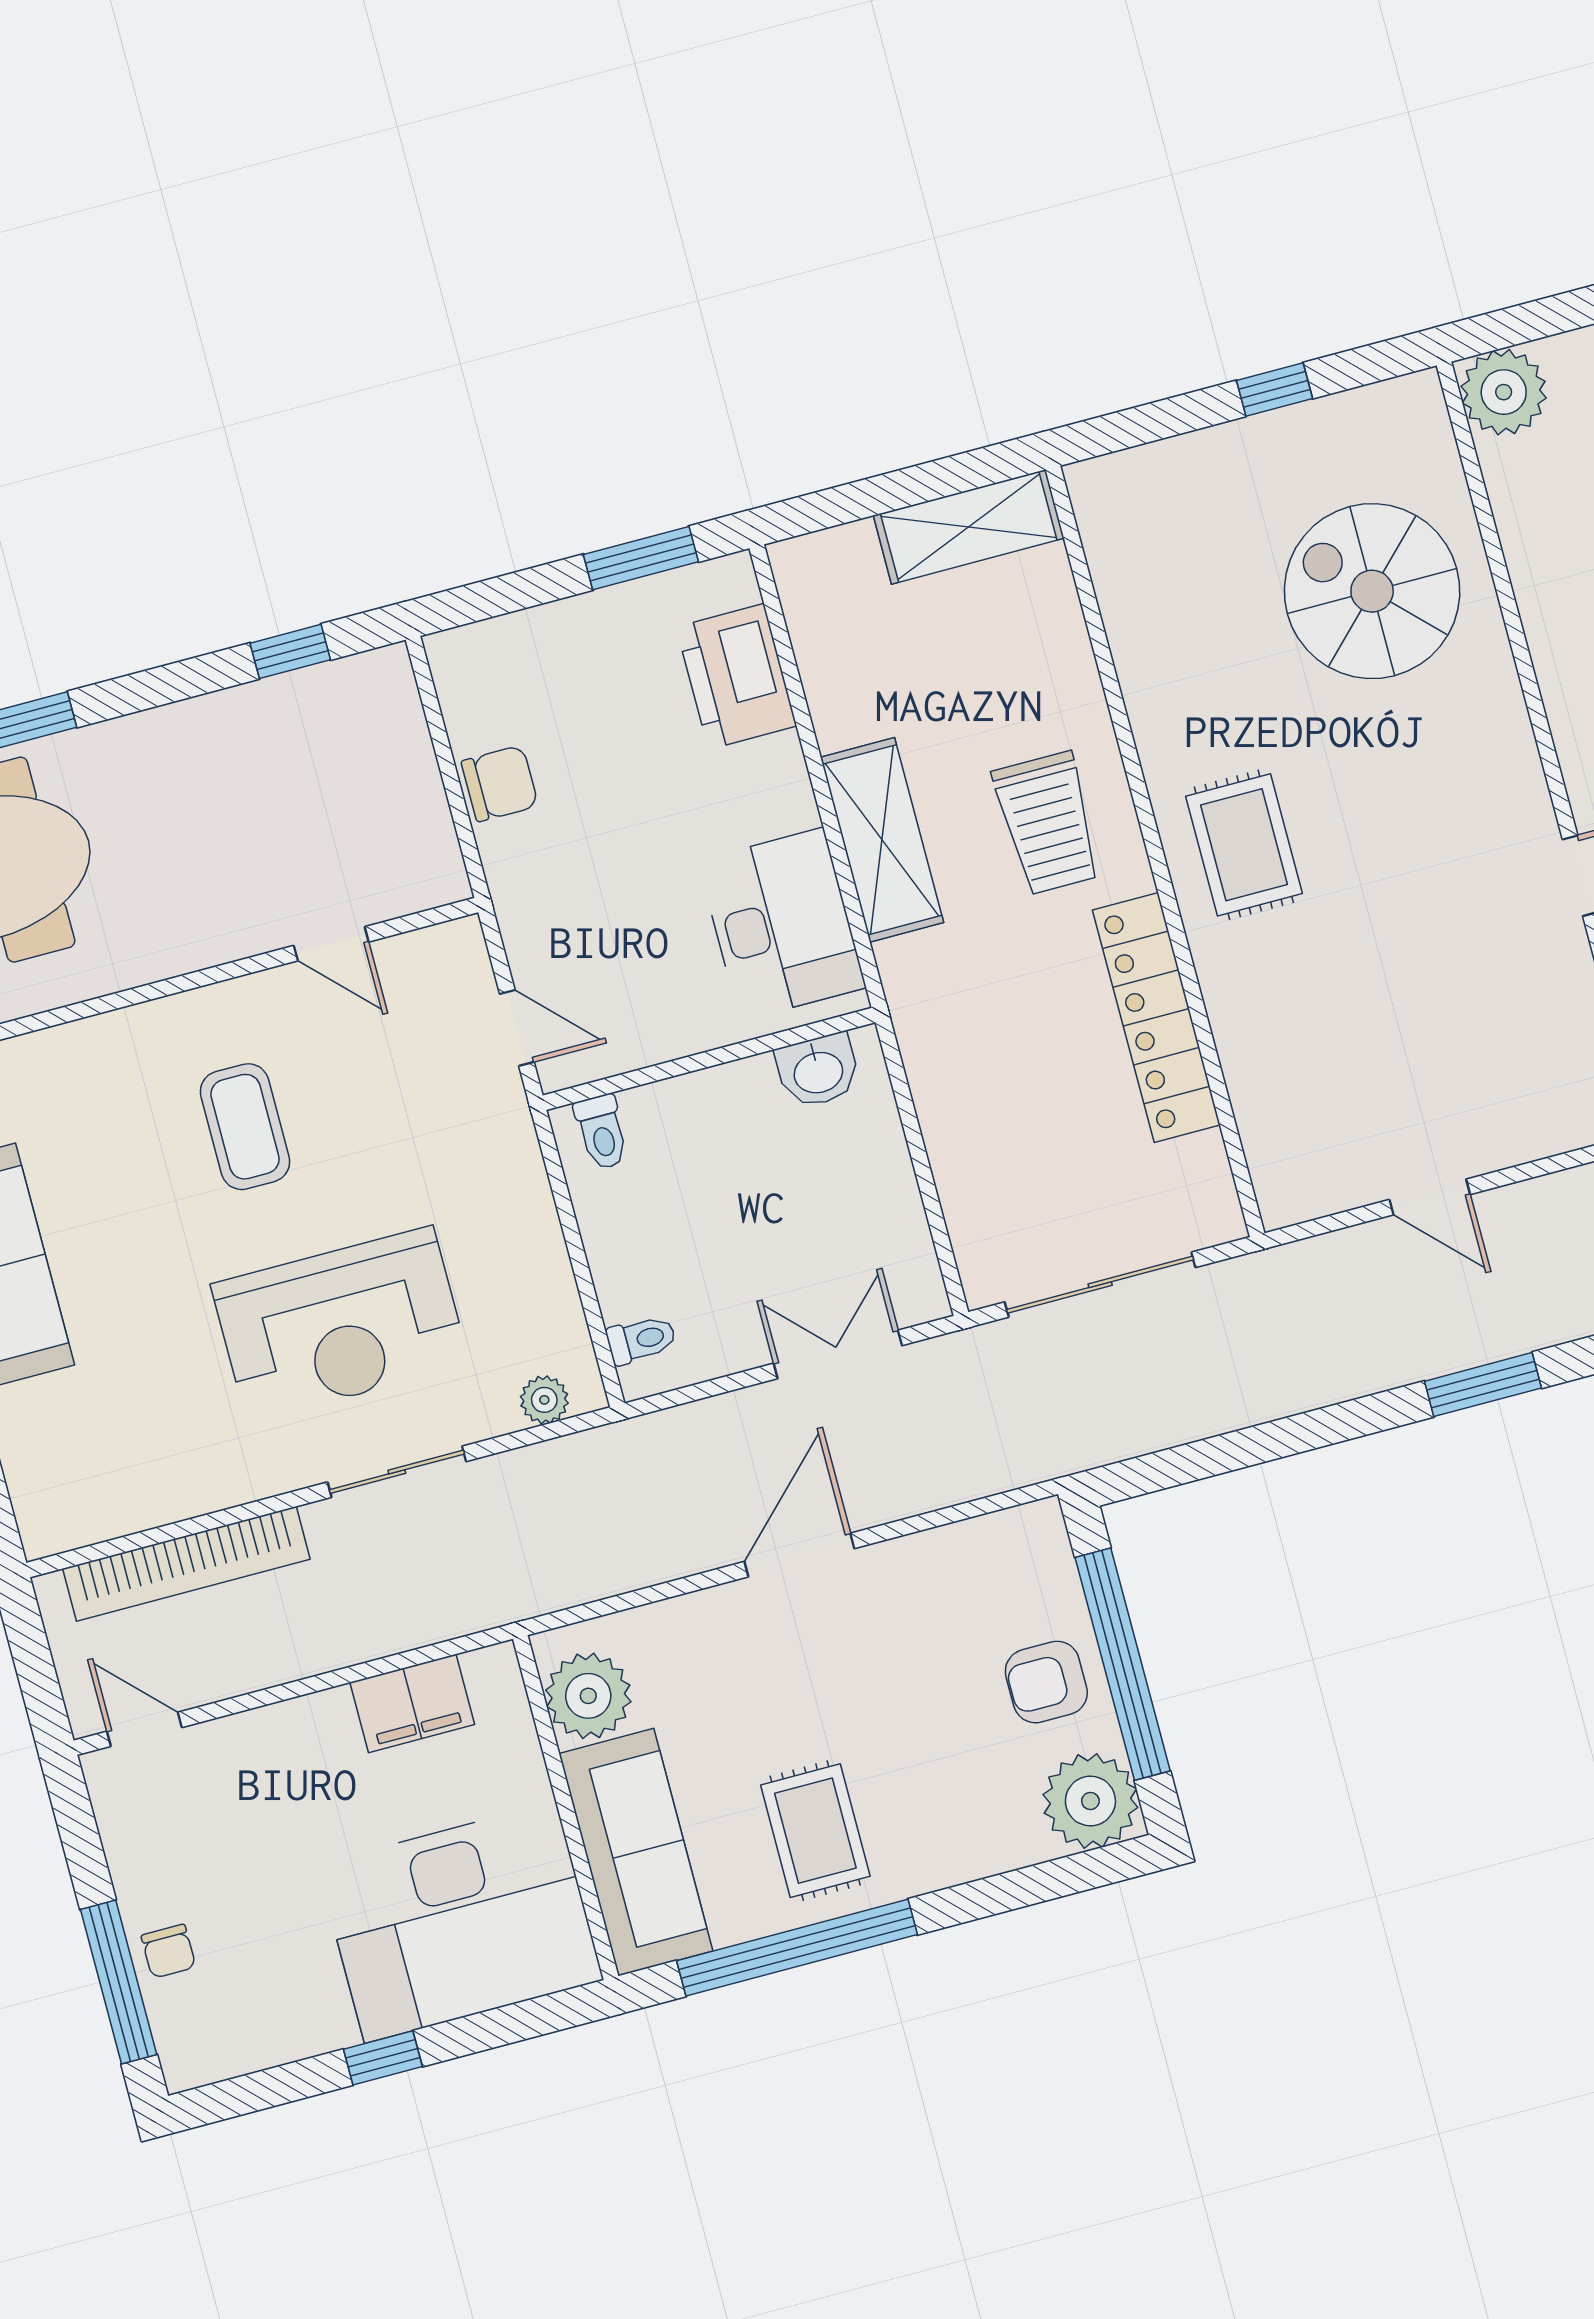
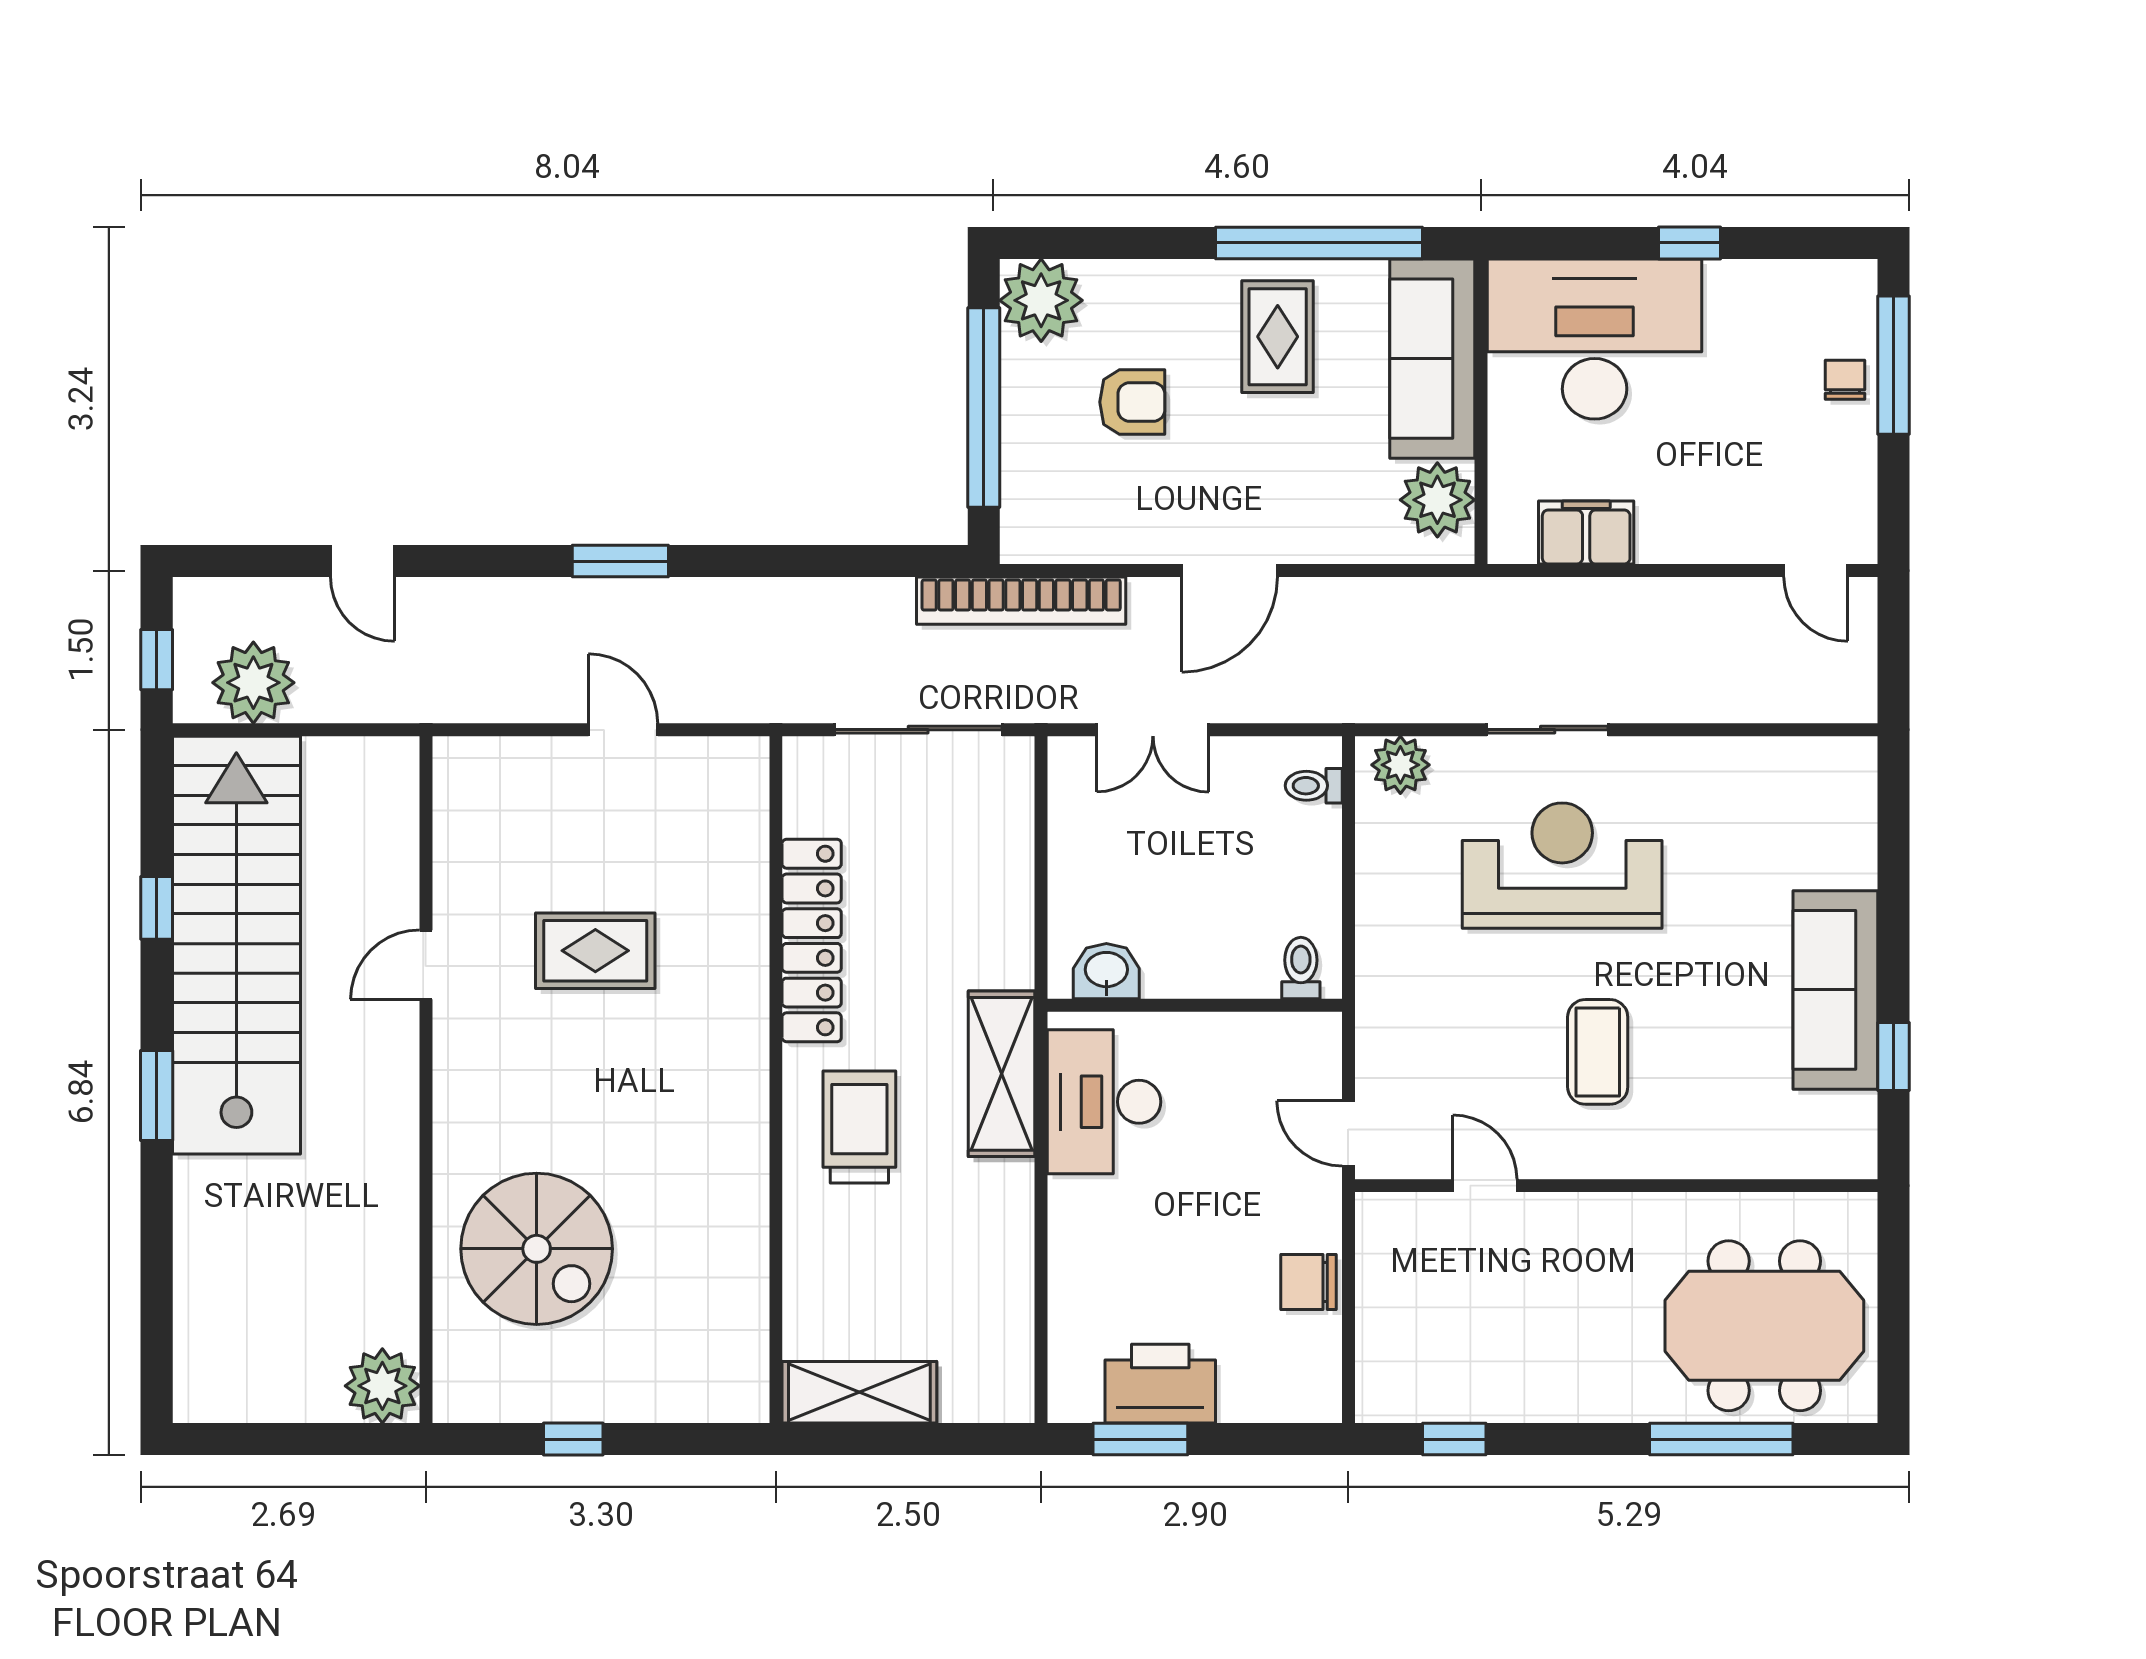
printer: (736, 676) -> (1160, 1384), moved, turned -90
shelving: (882, 840) -> (1001, 1074), moved
rug: (1244, 845) -> (595, 951), moved, turned 90
door: (517, 1028) -> (1348, 1134), moved
plant: (544, 1400) -> (1400, 765), width x1.38, depth x1.38
bookcase: (186, 1564) -> (1021, 601), moved, turned 180
armchair: (1046, 1682) -> (1132, 402), moved

